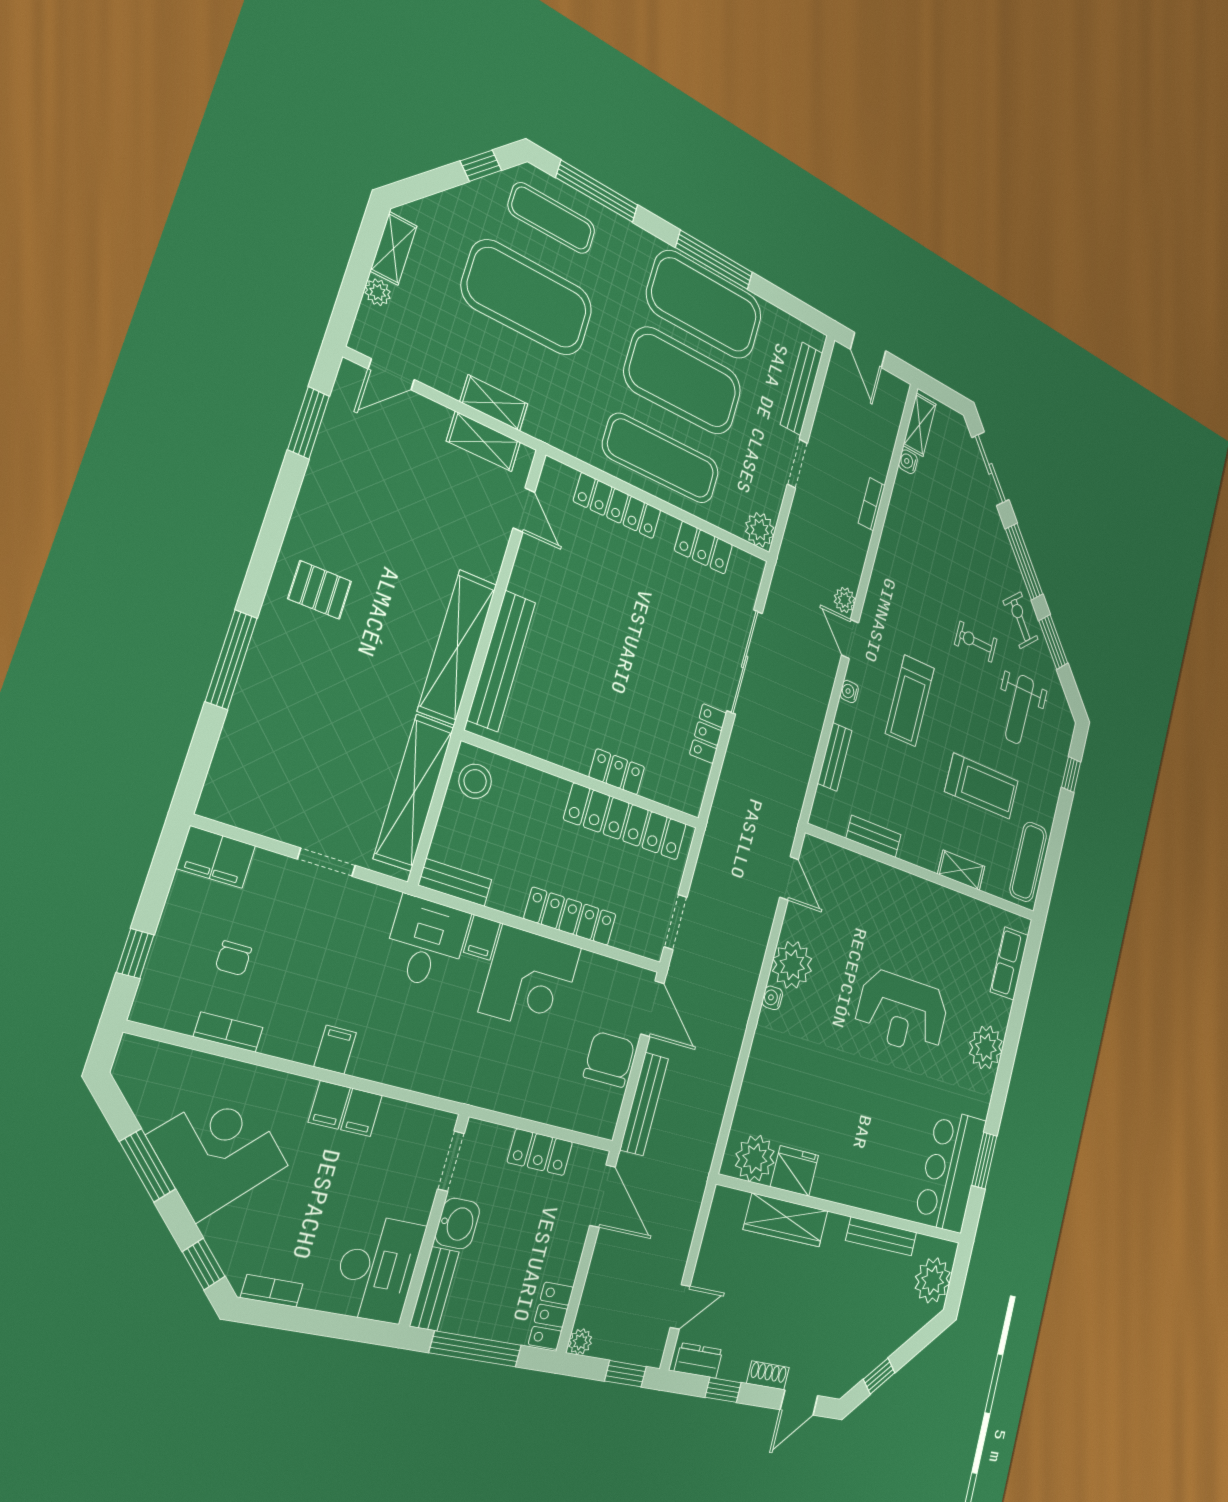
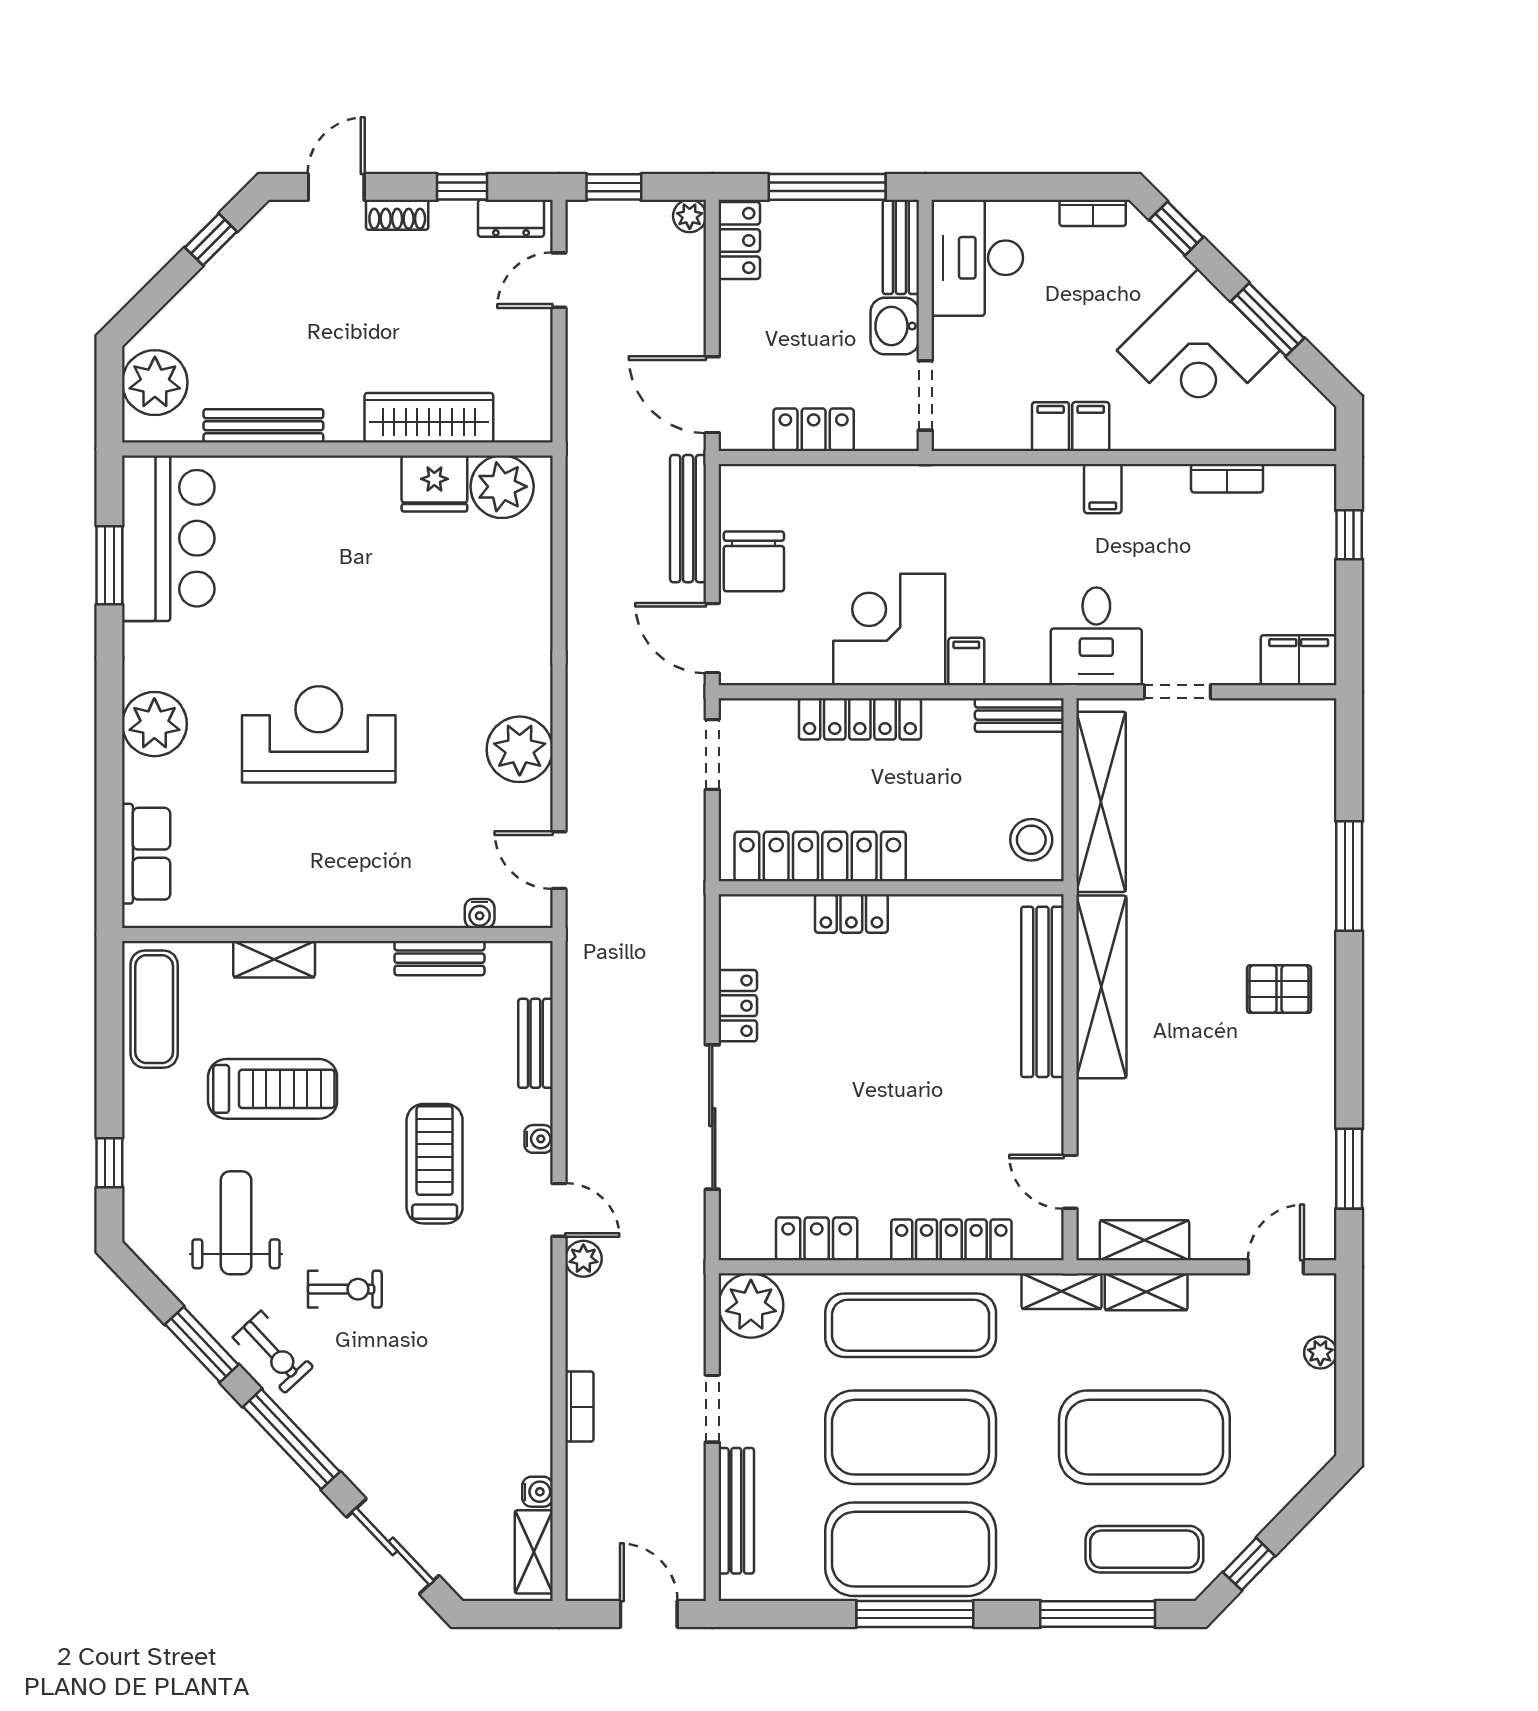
shelving: (394, 248) -> (1062, 1291), moved, turned 90
plant: (760, 530) -> (751, 1305), width x1.36, depth x1.36
treadmill: (982, 786) -> (273, 1089), turned 180
desk: (426, 942) -> (1096, 636), moved
chair: (233, 958) -> (1246, 558), removed
water cooler: (772, 998) -> (480, 913), moved, turned 90

